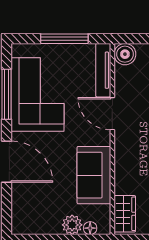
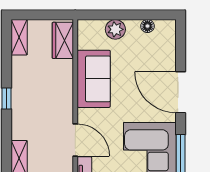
floor lamp: (90, 228) -> (147, 26), moved

